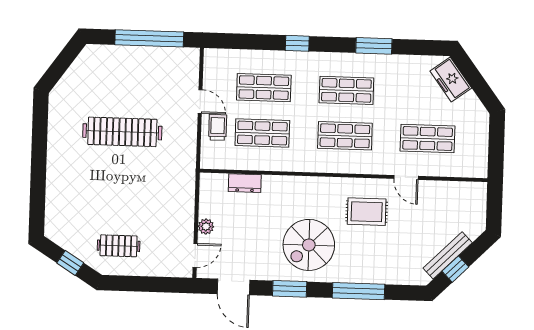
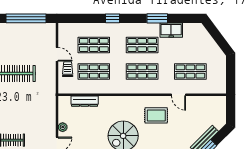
freezer: (451, 79) -> (171, 30), moved, turned -53
dresser: (245, 183) -> (85, 101), width x1.44

